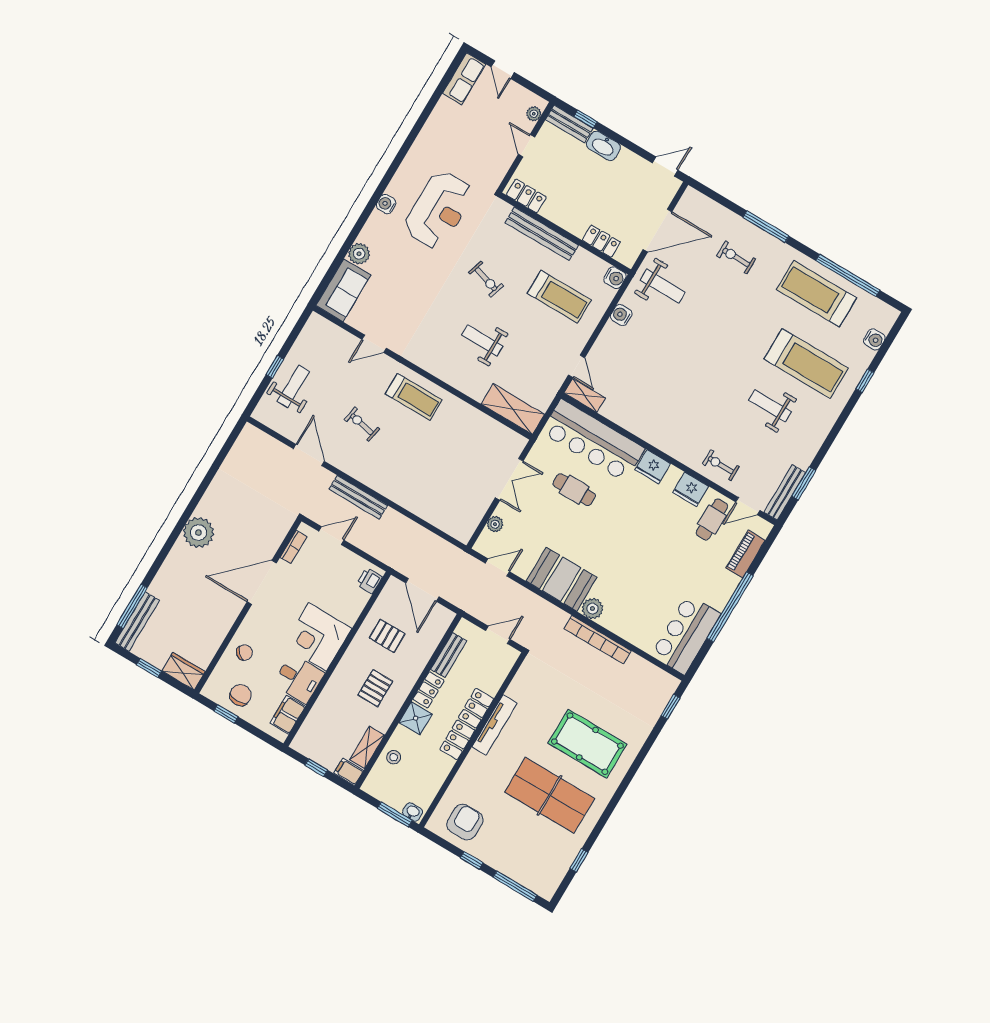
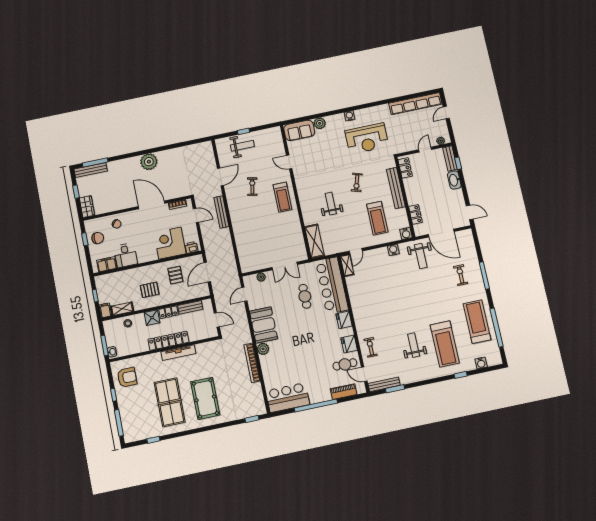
row of seats: (464, 79) -> (415, 104), width x2.02
door: (497, 567) -> (244, 294), swing flipped
corner desk: (318, 637) -> (170, 243), moved

